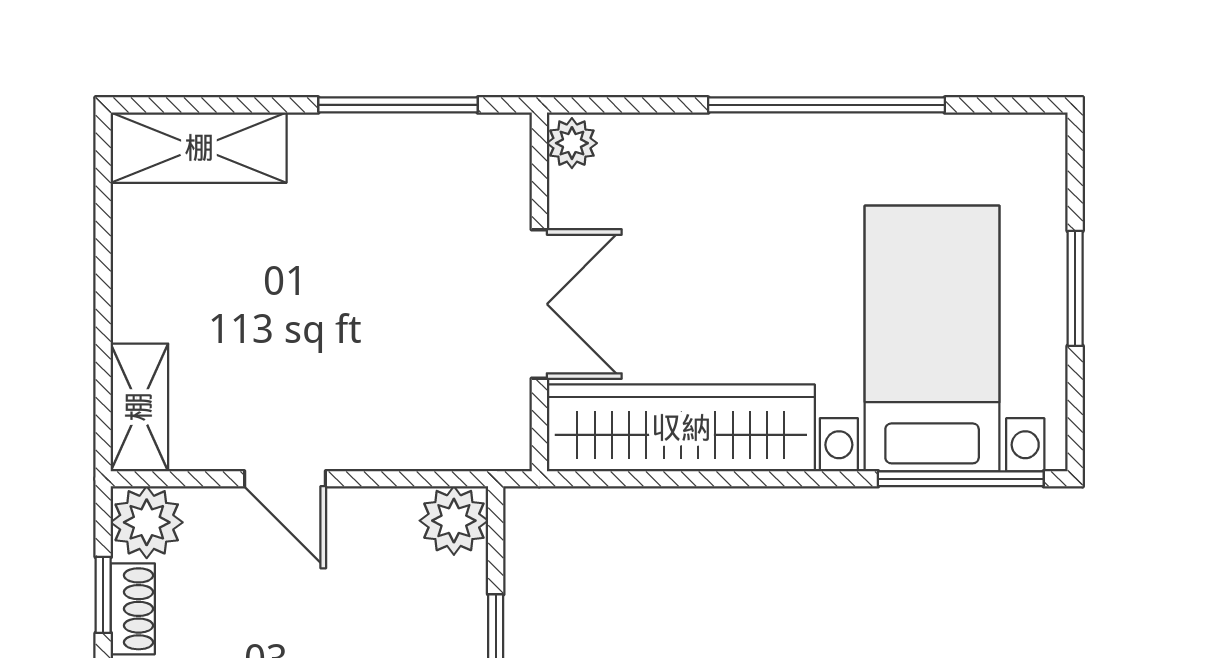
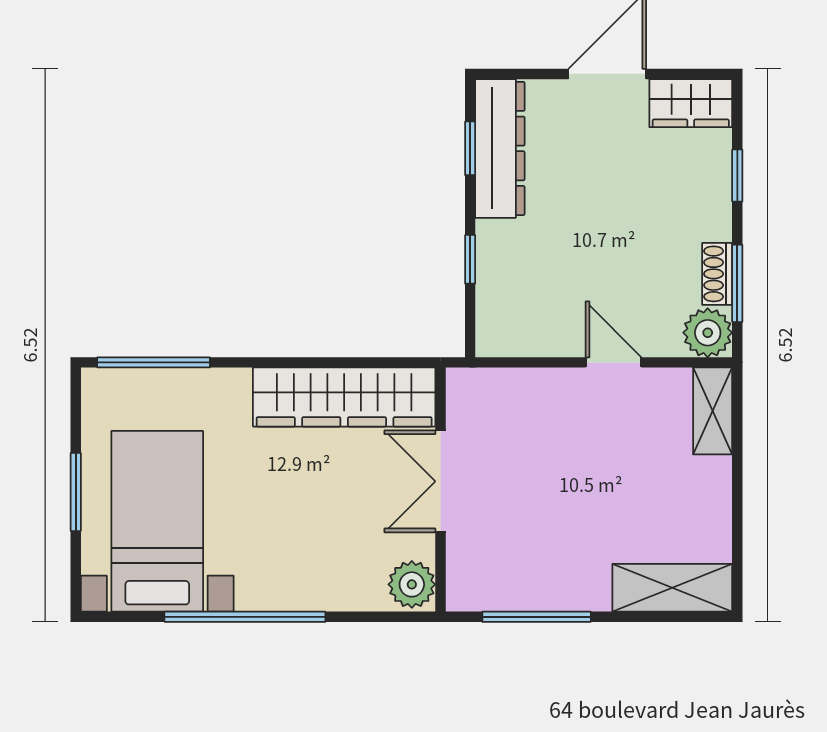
plant: (572, 143) -> (412, 584), width x1.38, depth x1.38
bed with nightstands: (932, 338) -> (157, 521), moved, turned 180
plant: (454, 521) -> (499, 334), removed
window: (103, 595) -> (737, 283), width x1.50

